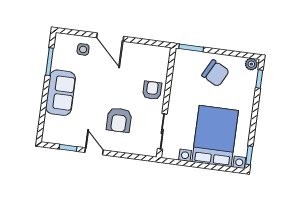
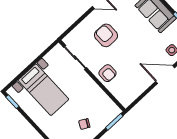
chair: (216, 73) -> (84, 124), width x0.54, depth x0.54
bed with nightstands: (215, 136) -> (43, 90), width x0.73

